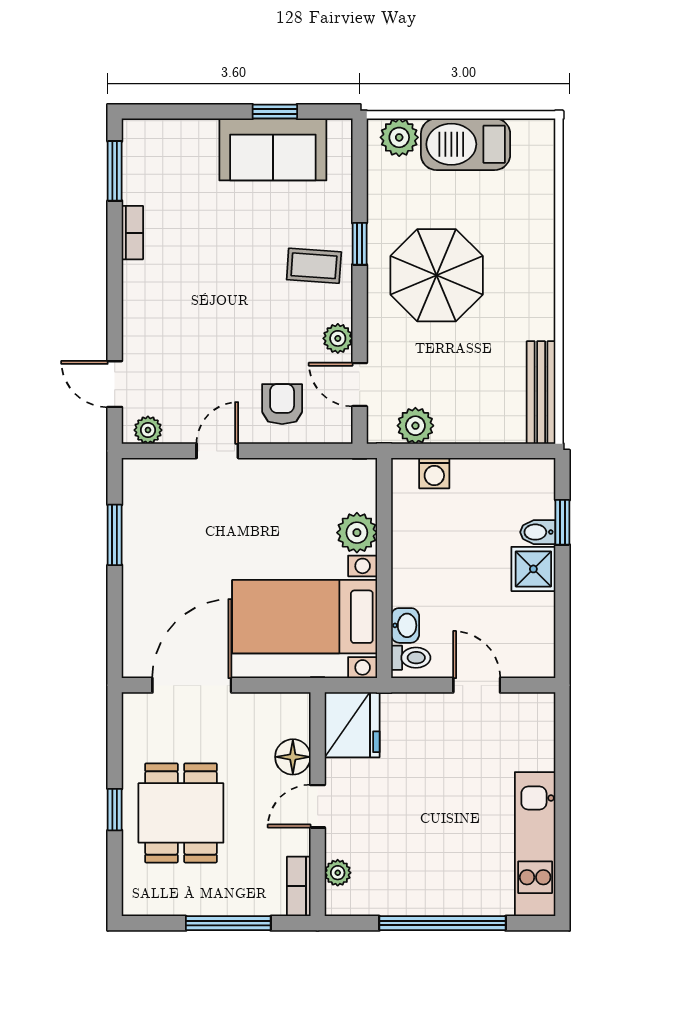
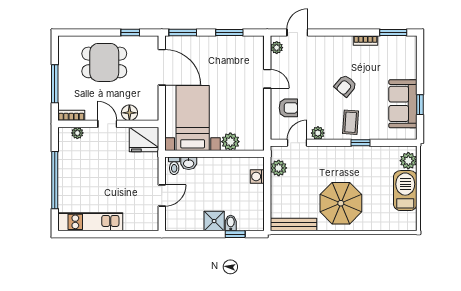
parasol: (437, 275) -> (341, 203), moved
armchair: (233, 277) -> (345, 86), added
window: (115, 638) -> (183, 33), added
window: (115, 810) -> (130, 33), moved

